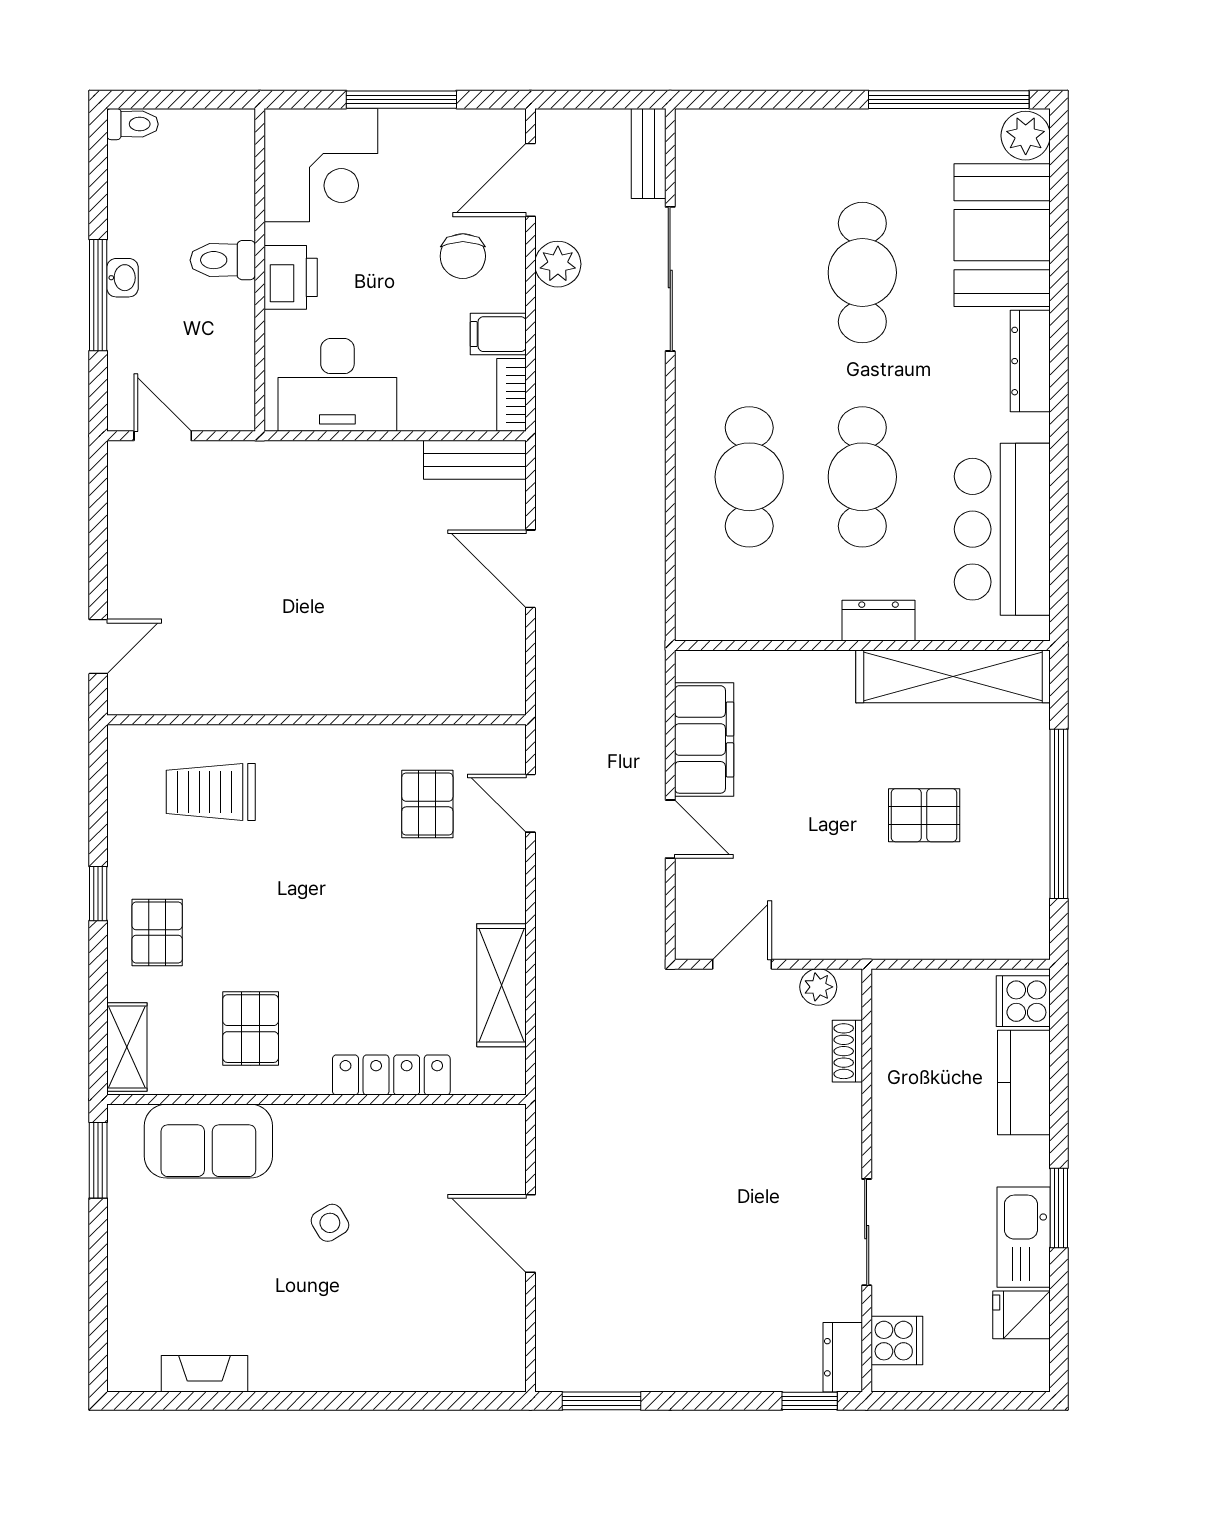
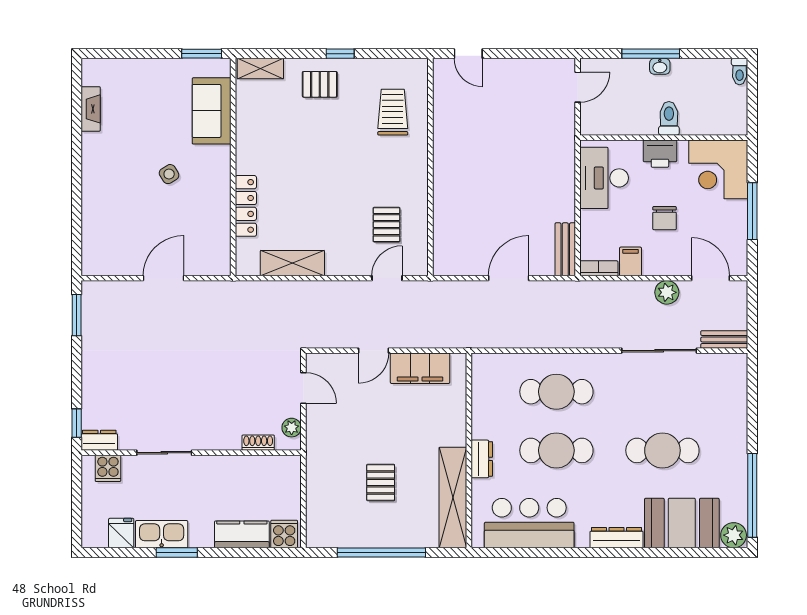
chair: (463, 256) -> (665, 218), moved, turned -90
pallet: (427, 804) -> (387, 225), turned 90
pallet: (251, 1029) -> (270, 133), removed

